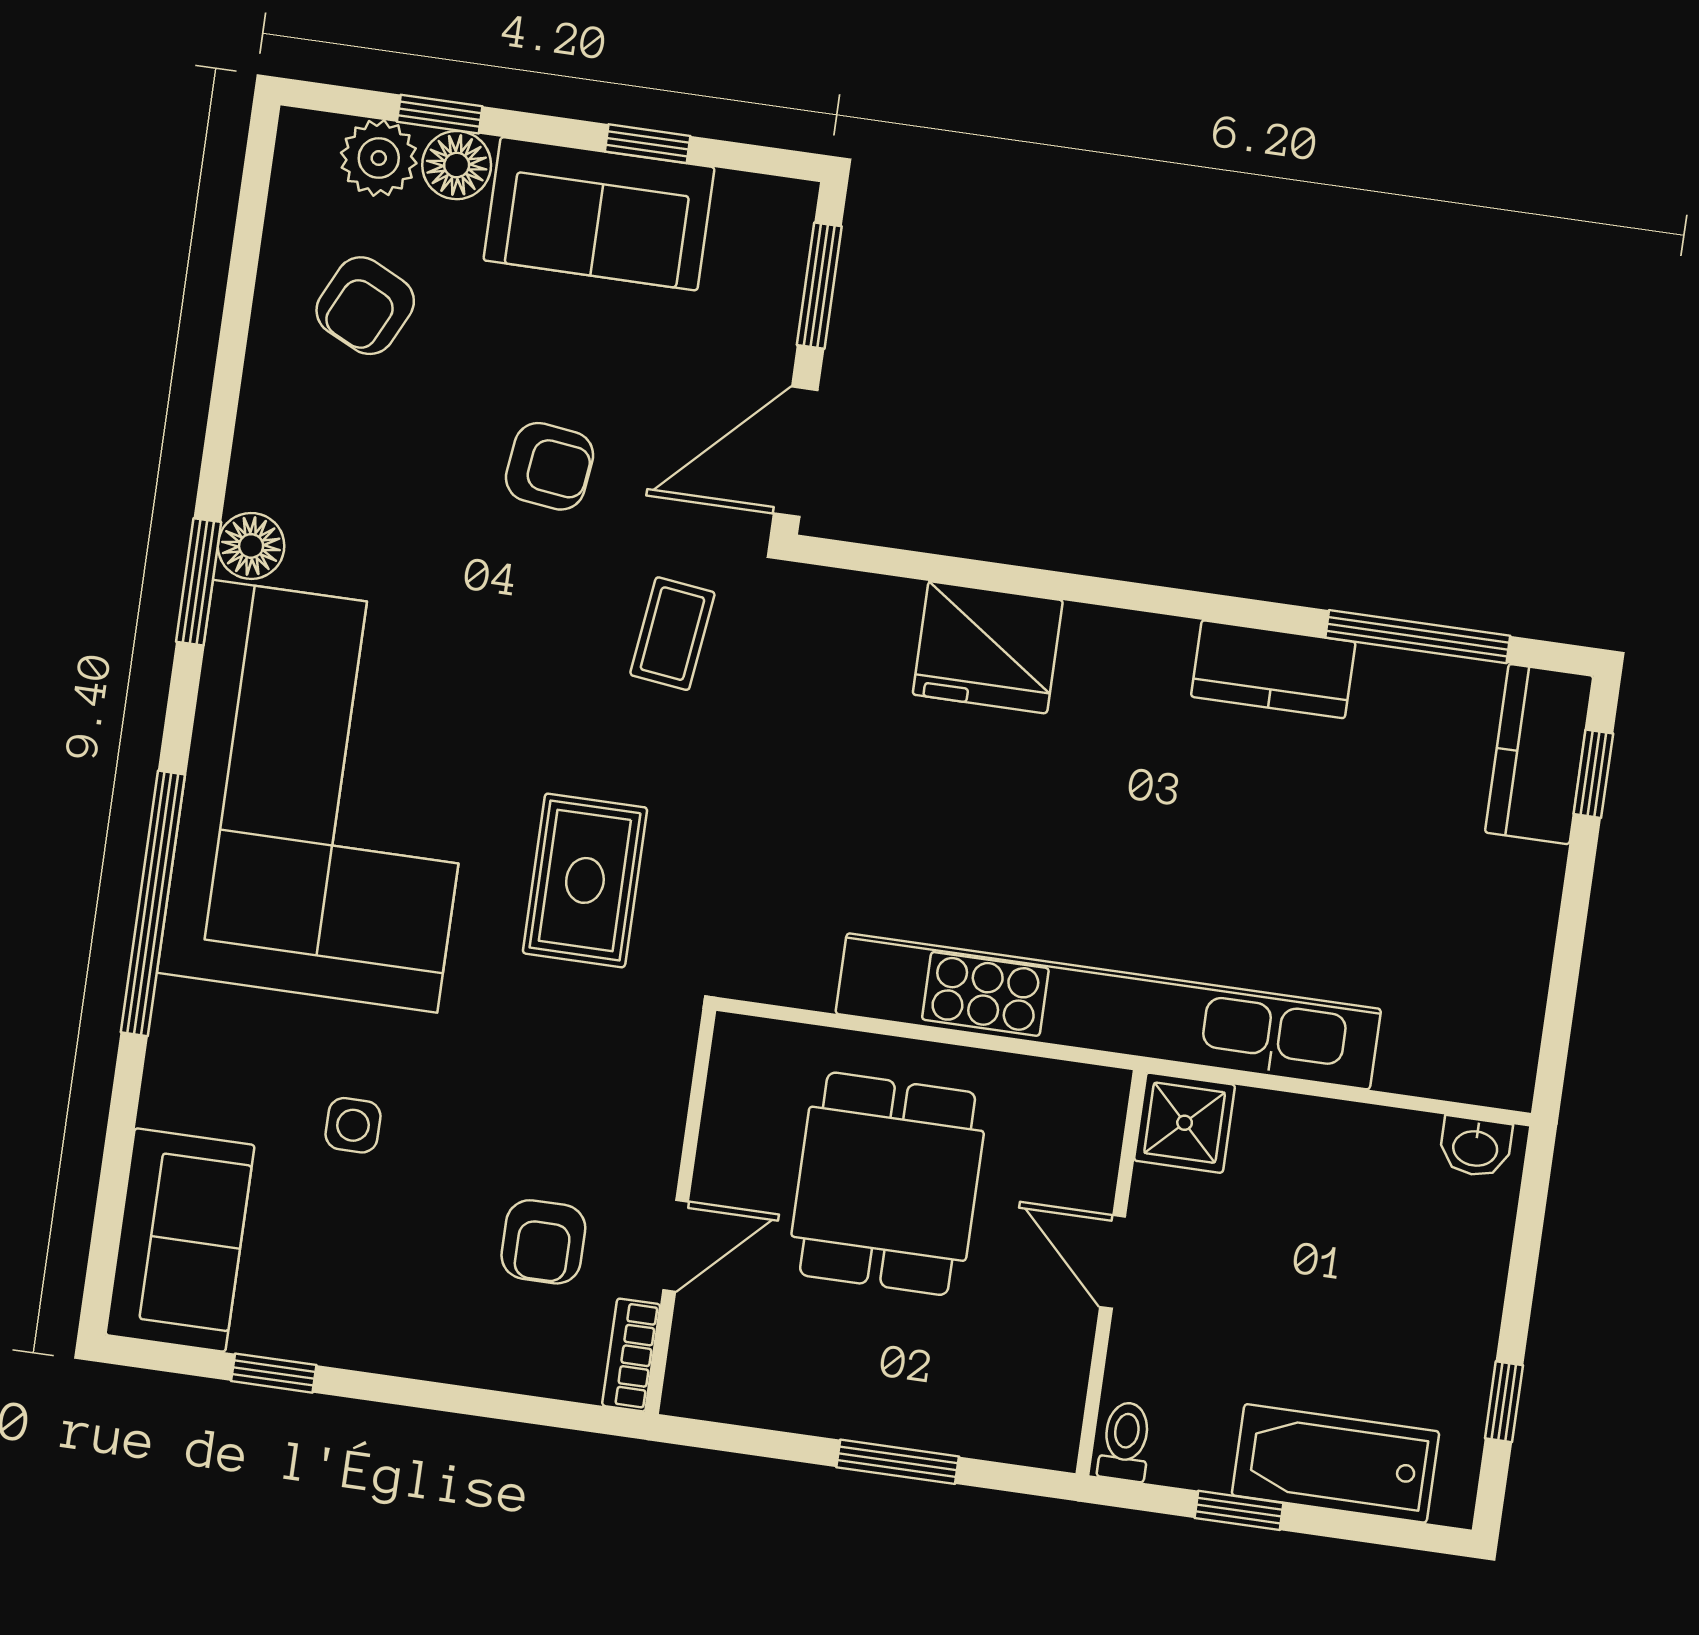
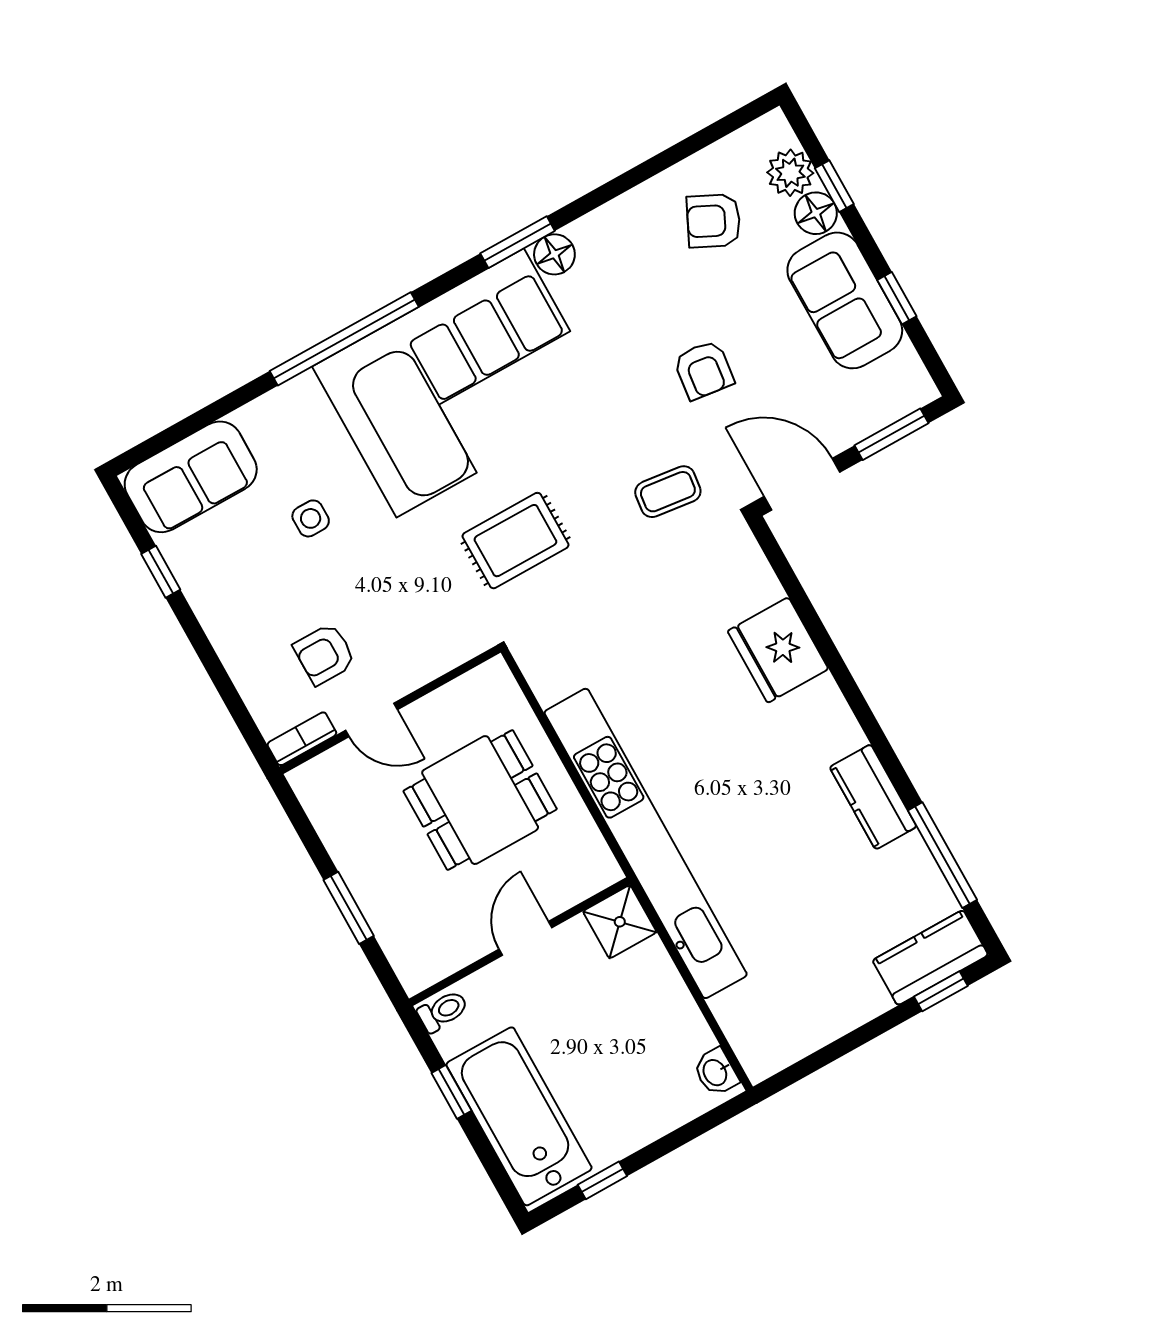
bathtub: (1335, 1463) -> (519, 1116), width x1.36, depth x1.36

